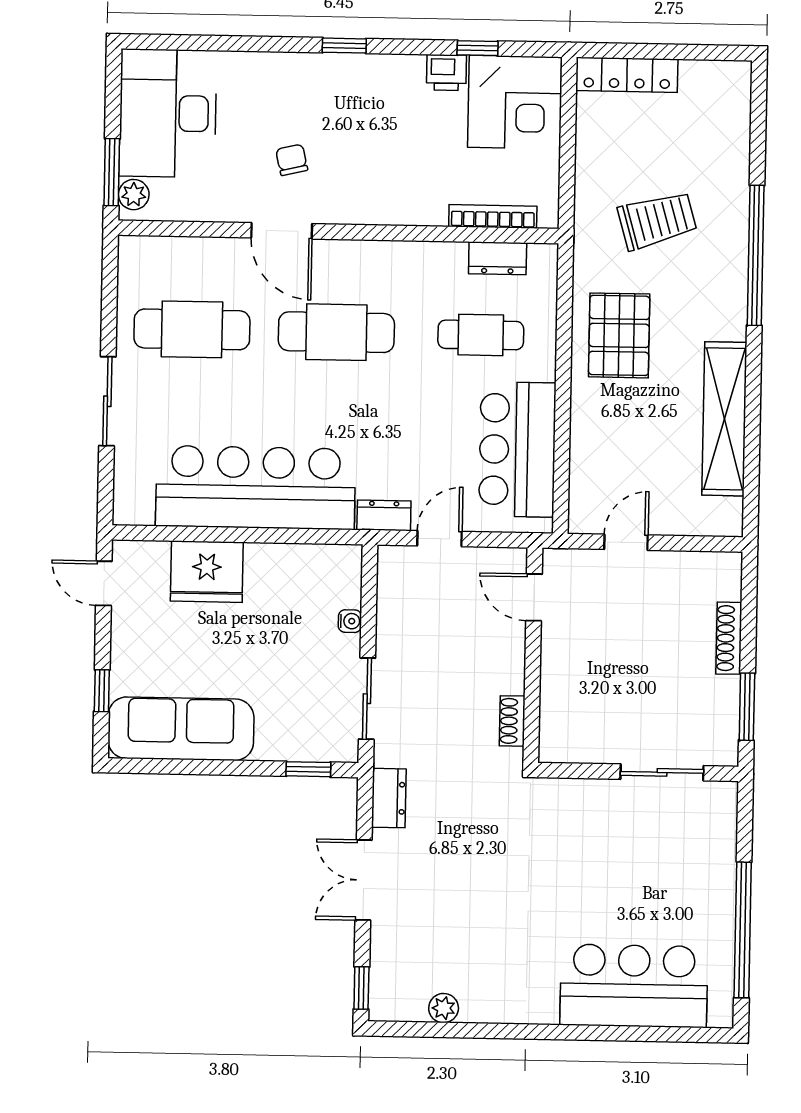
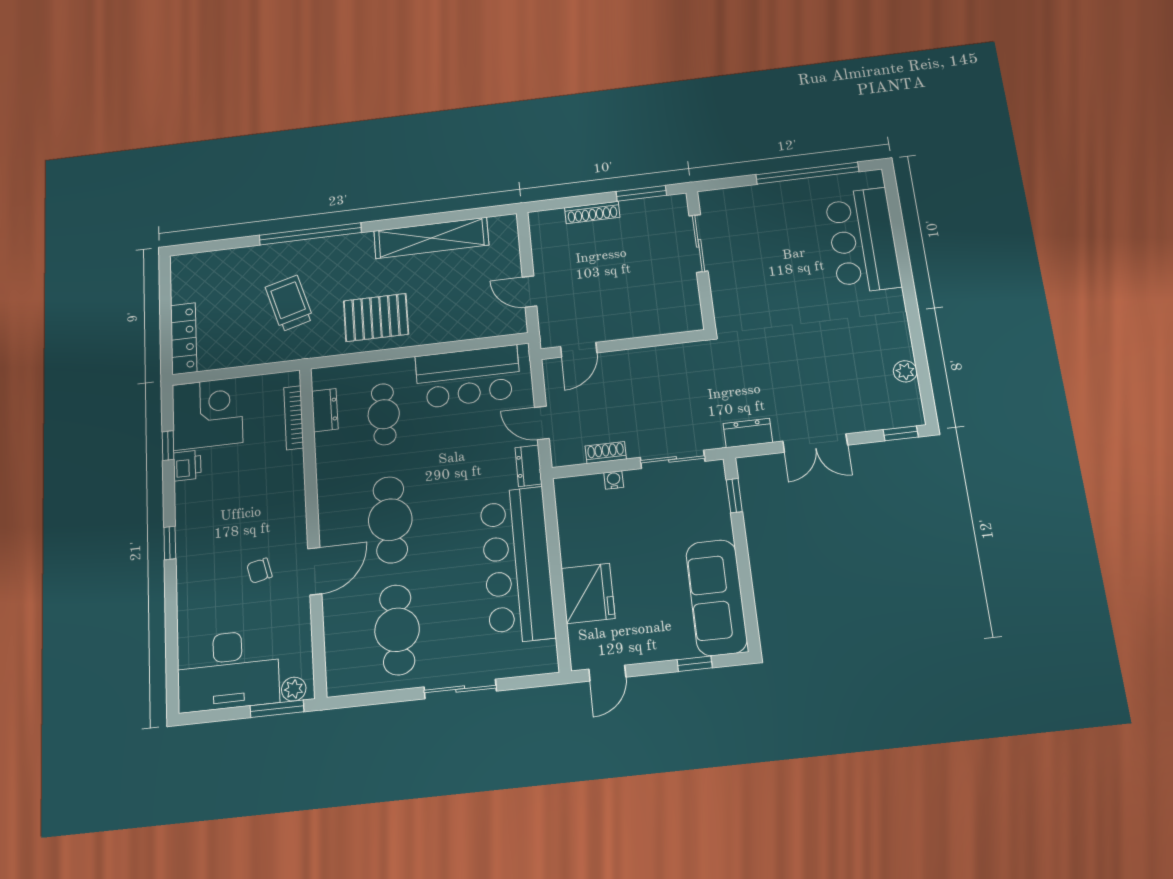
shoe rack: (512, 721) -> (606, 453), moved, turned 180

